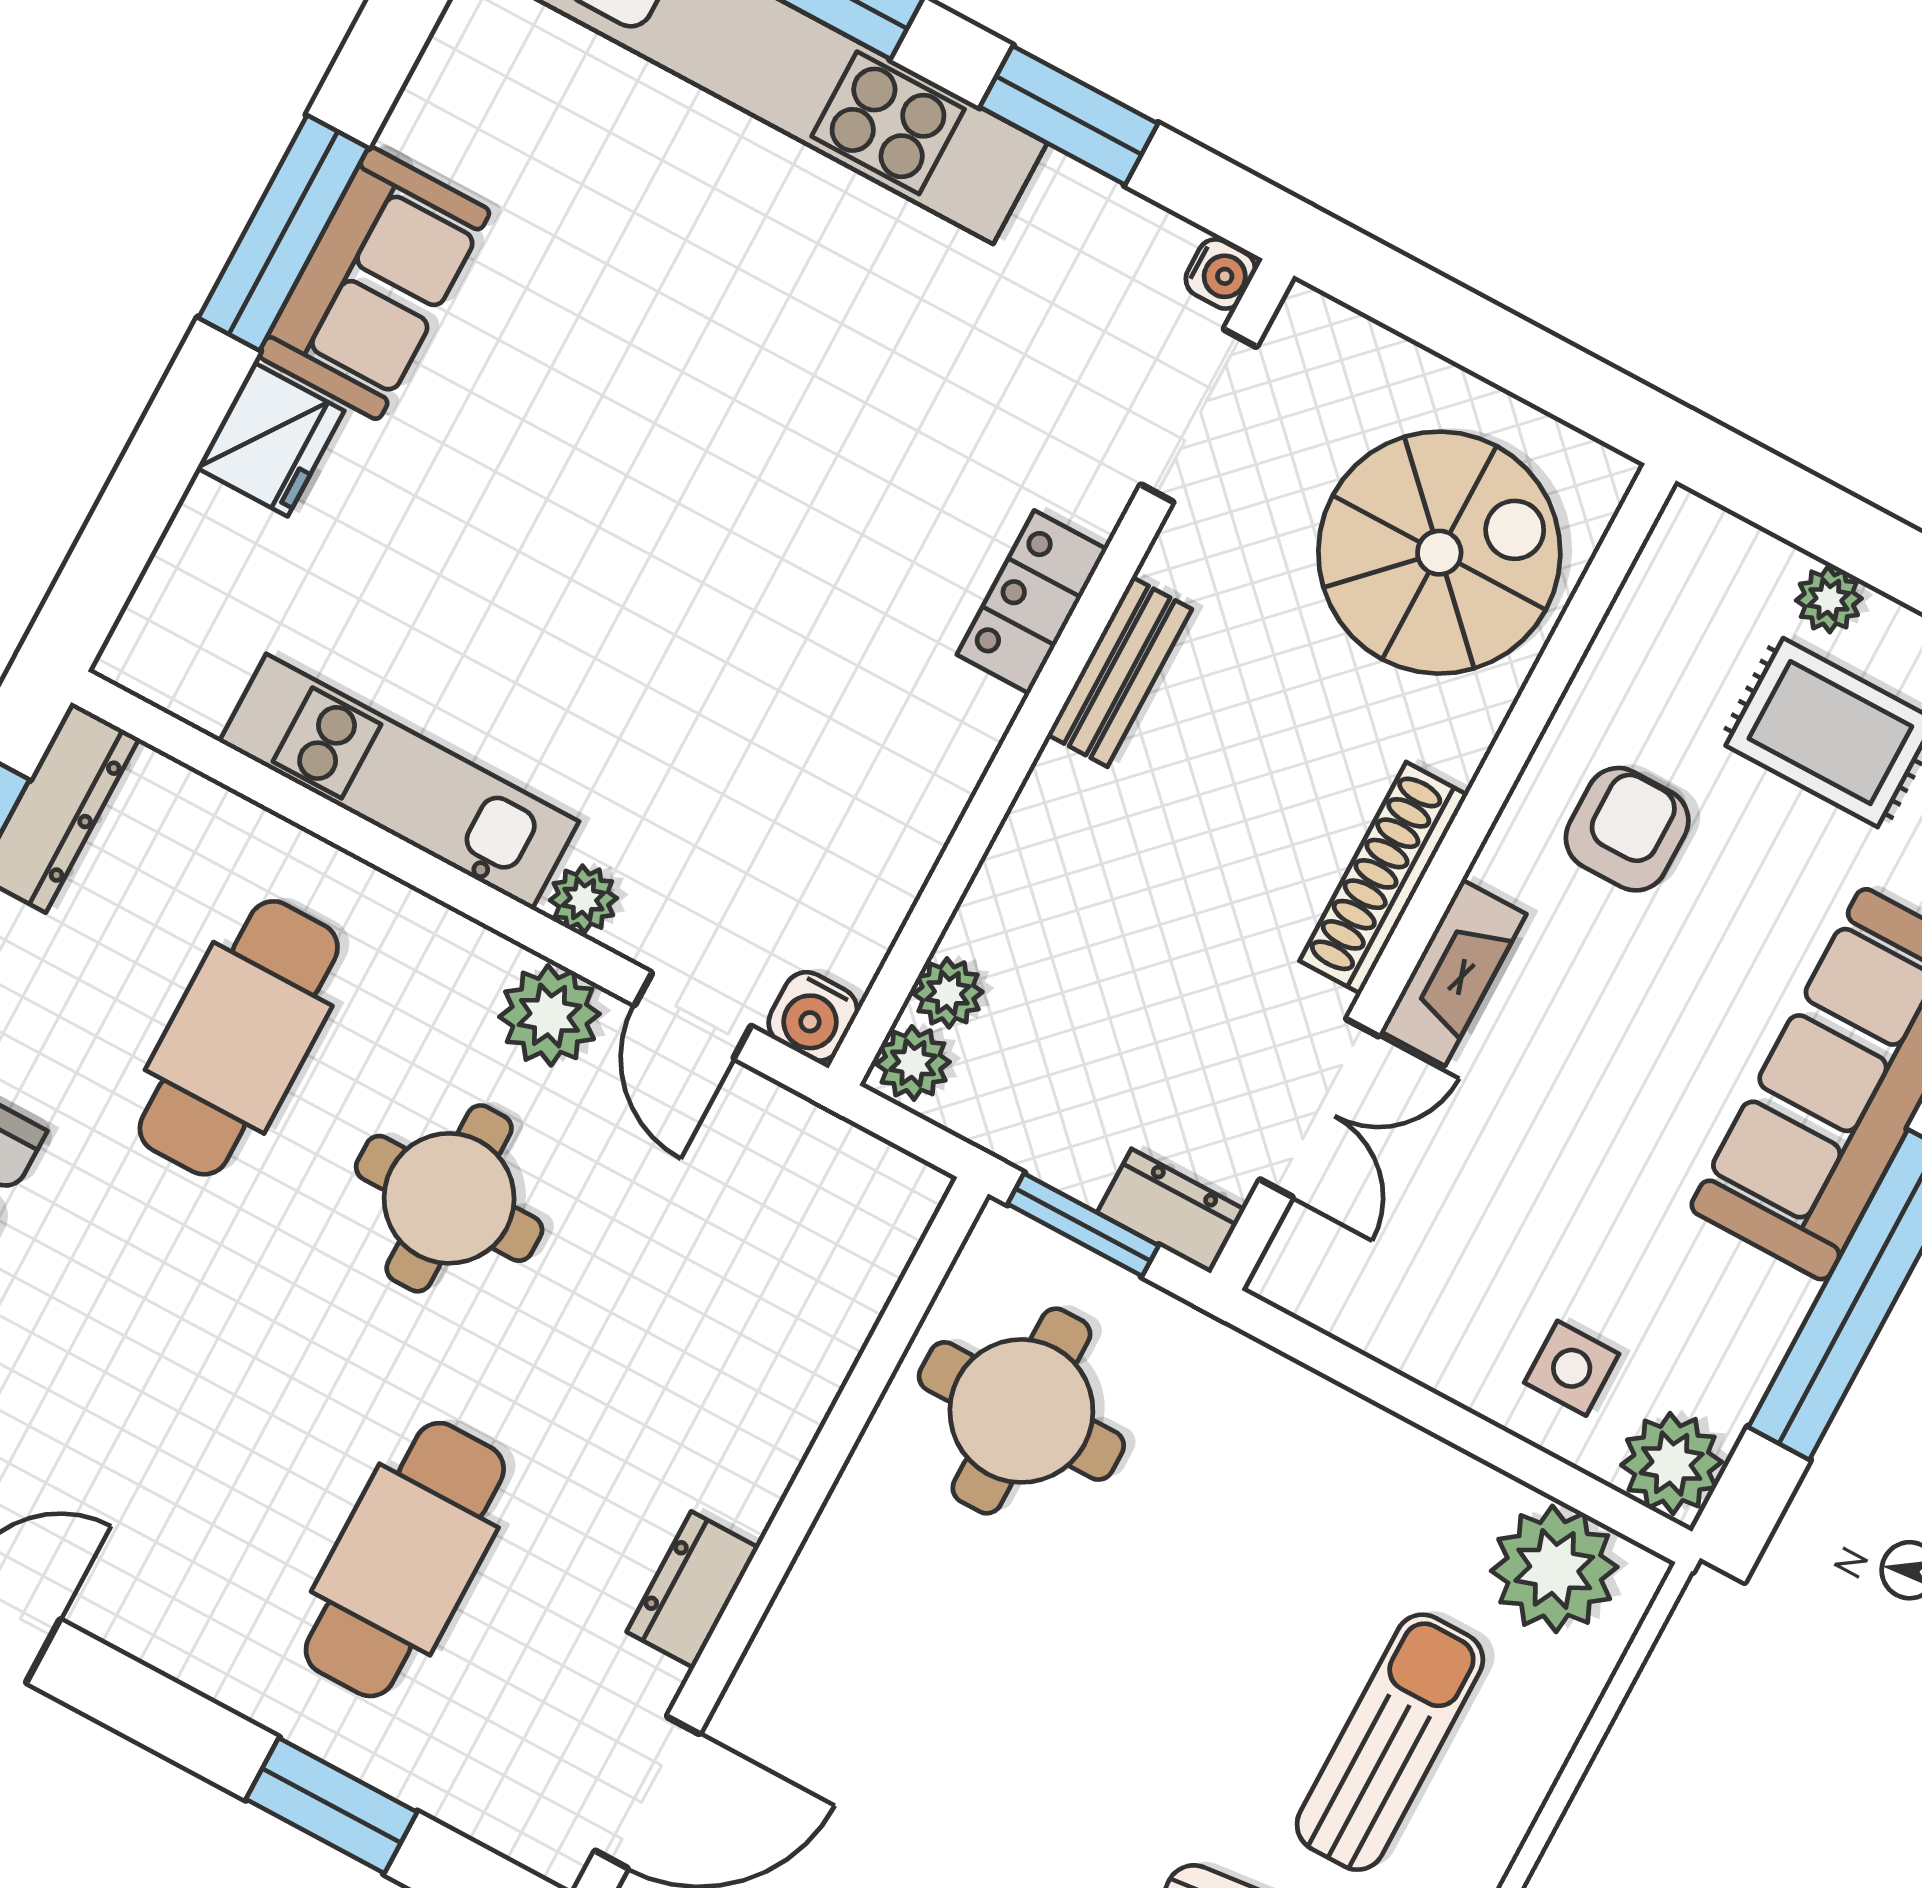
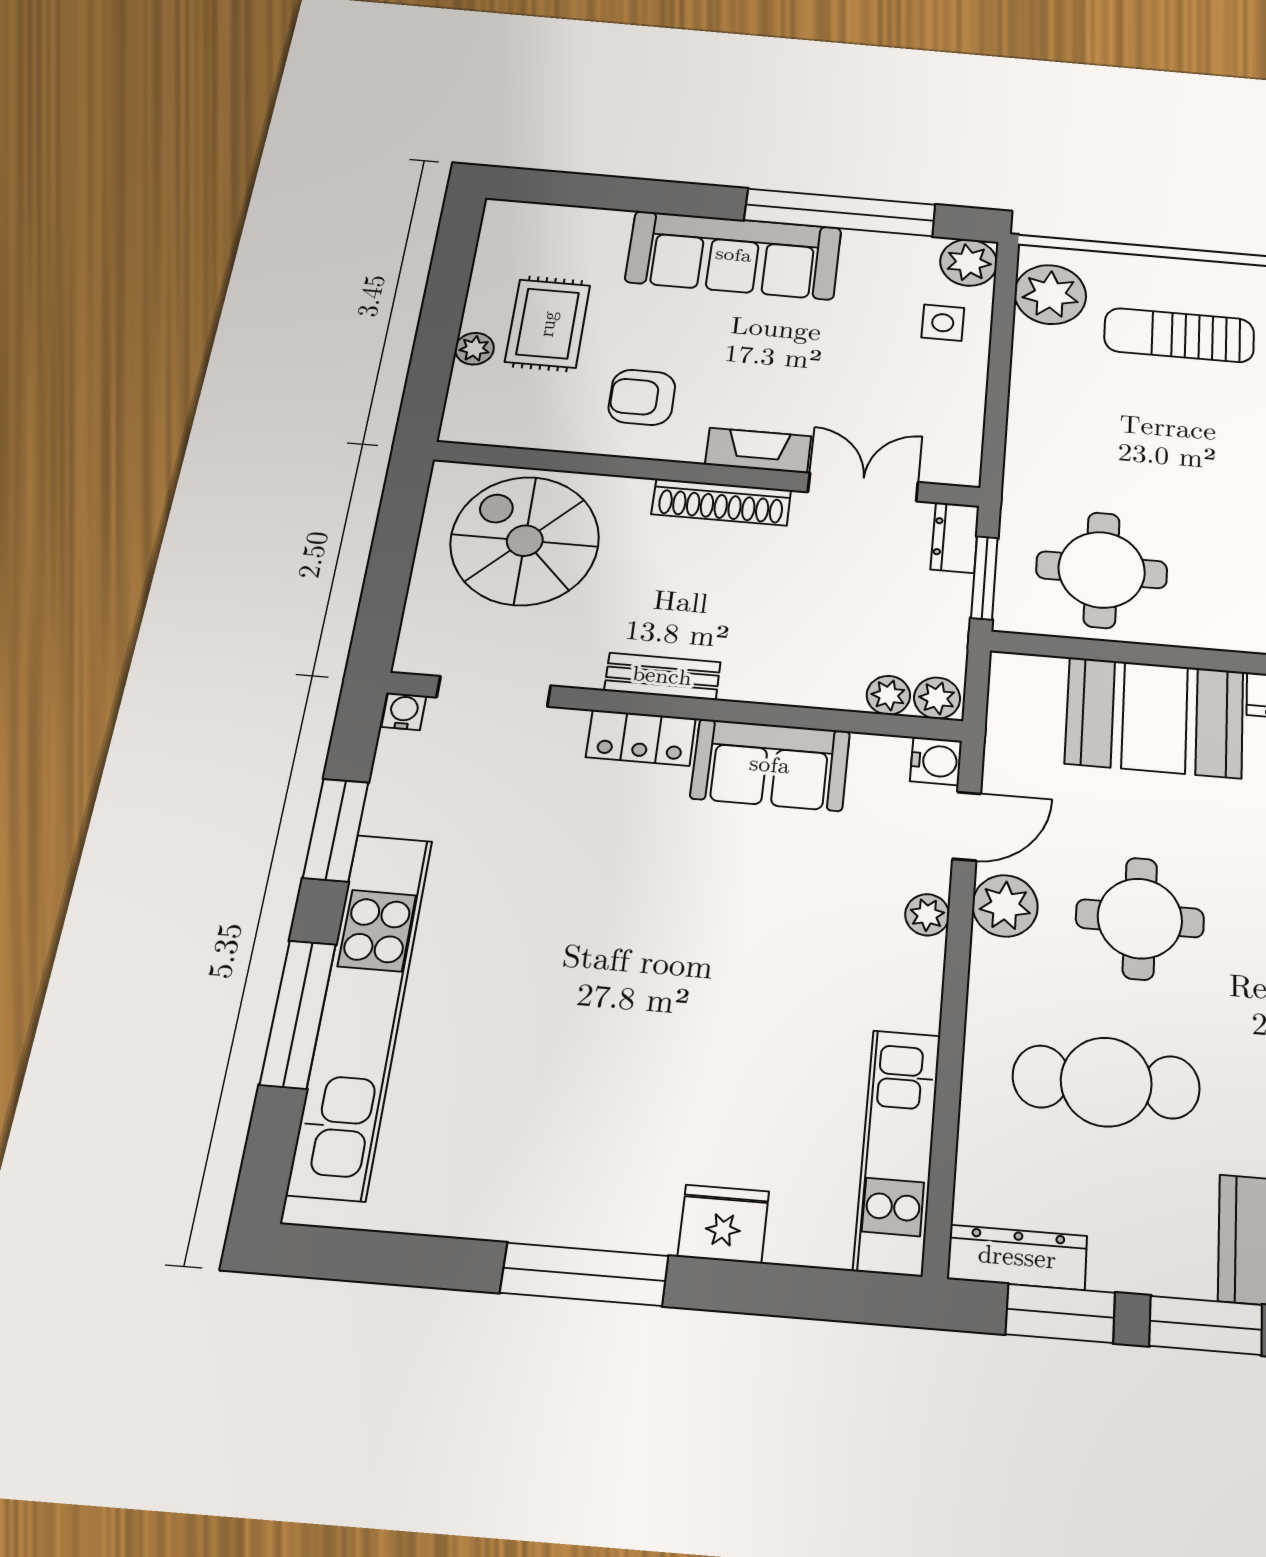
sofa: (374, 283) -> (770, 765), moved, turned 180
kitchen unit: (399, 782) -> (897, 1151), moved
booth: (745, 1372) -> (1155, 717), added

